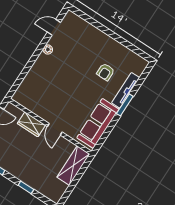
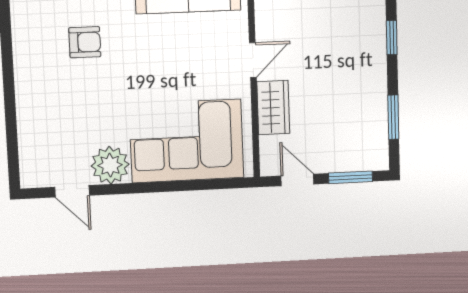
plant: (48, 50) -> (110, 165), width x1.88, depth x1.88
corner sofa: (42, 83) -> (187, 141), added

